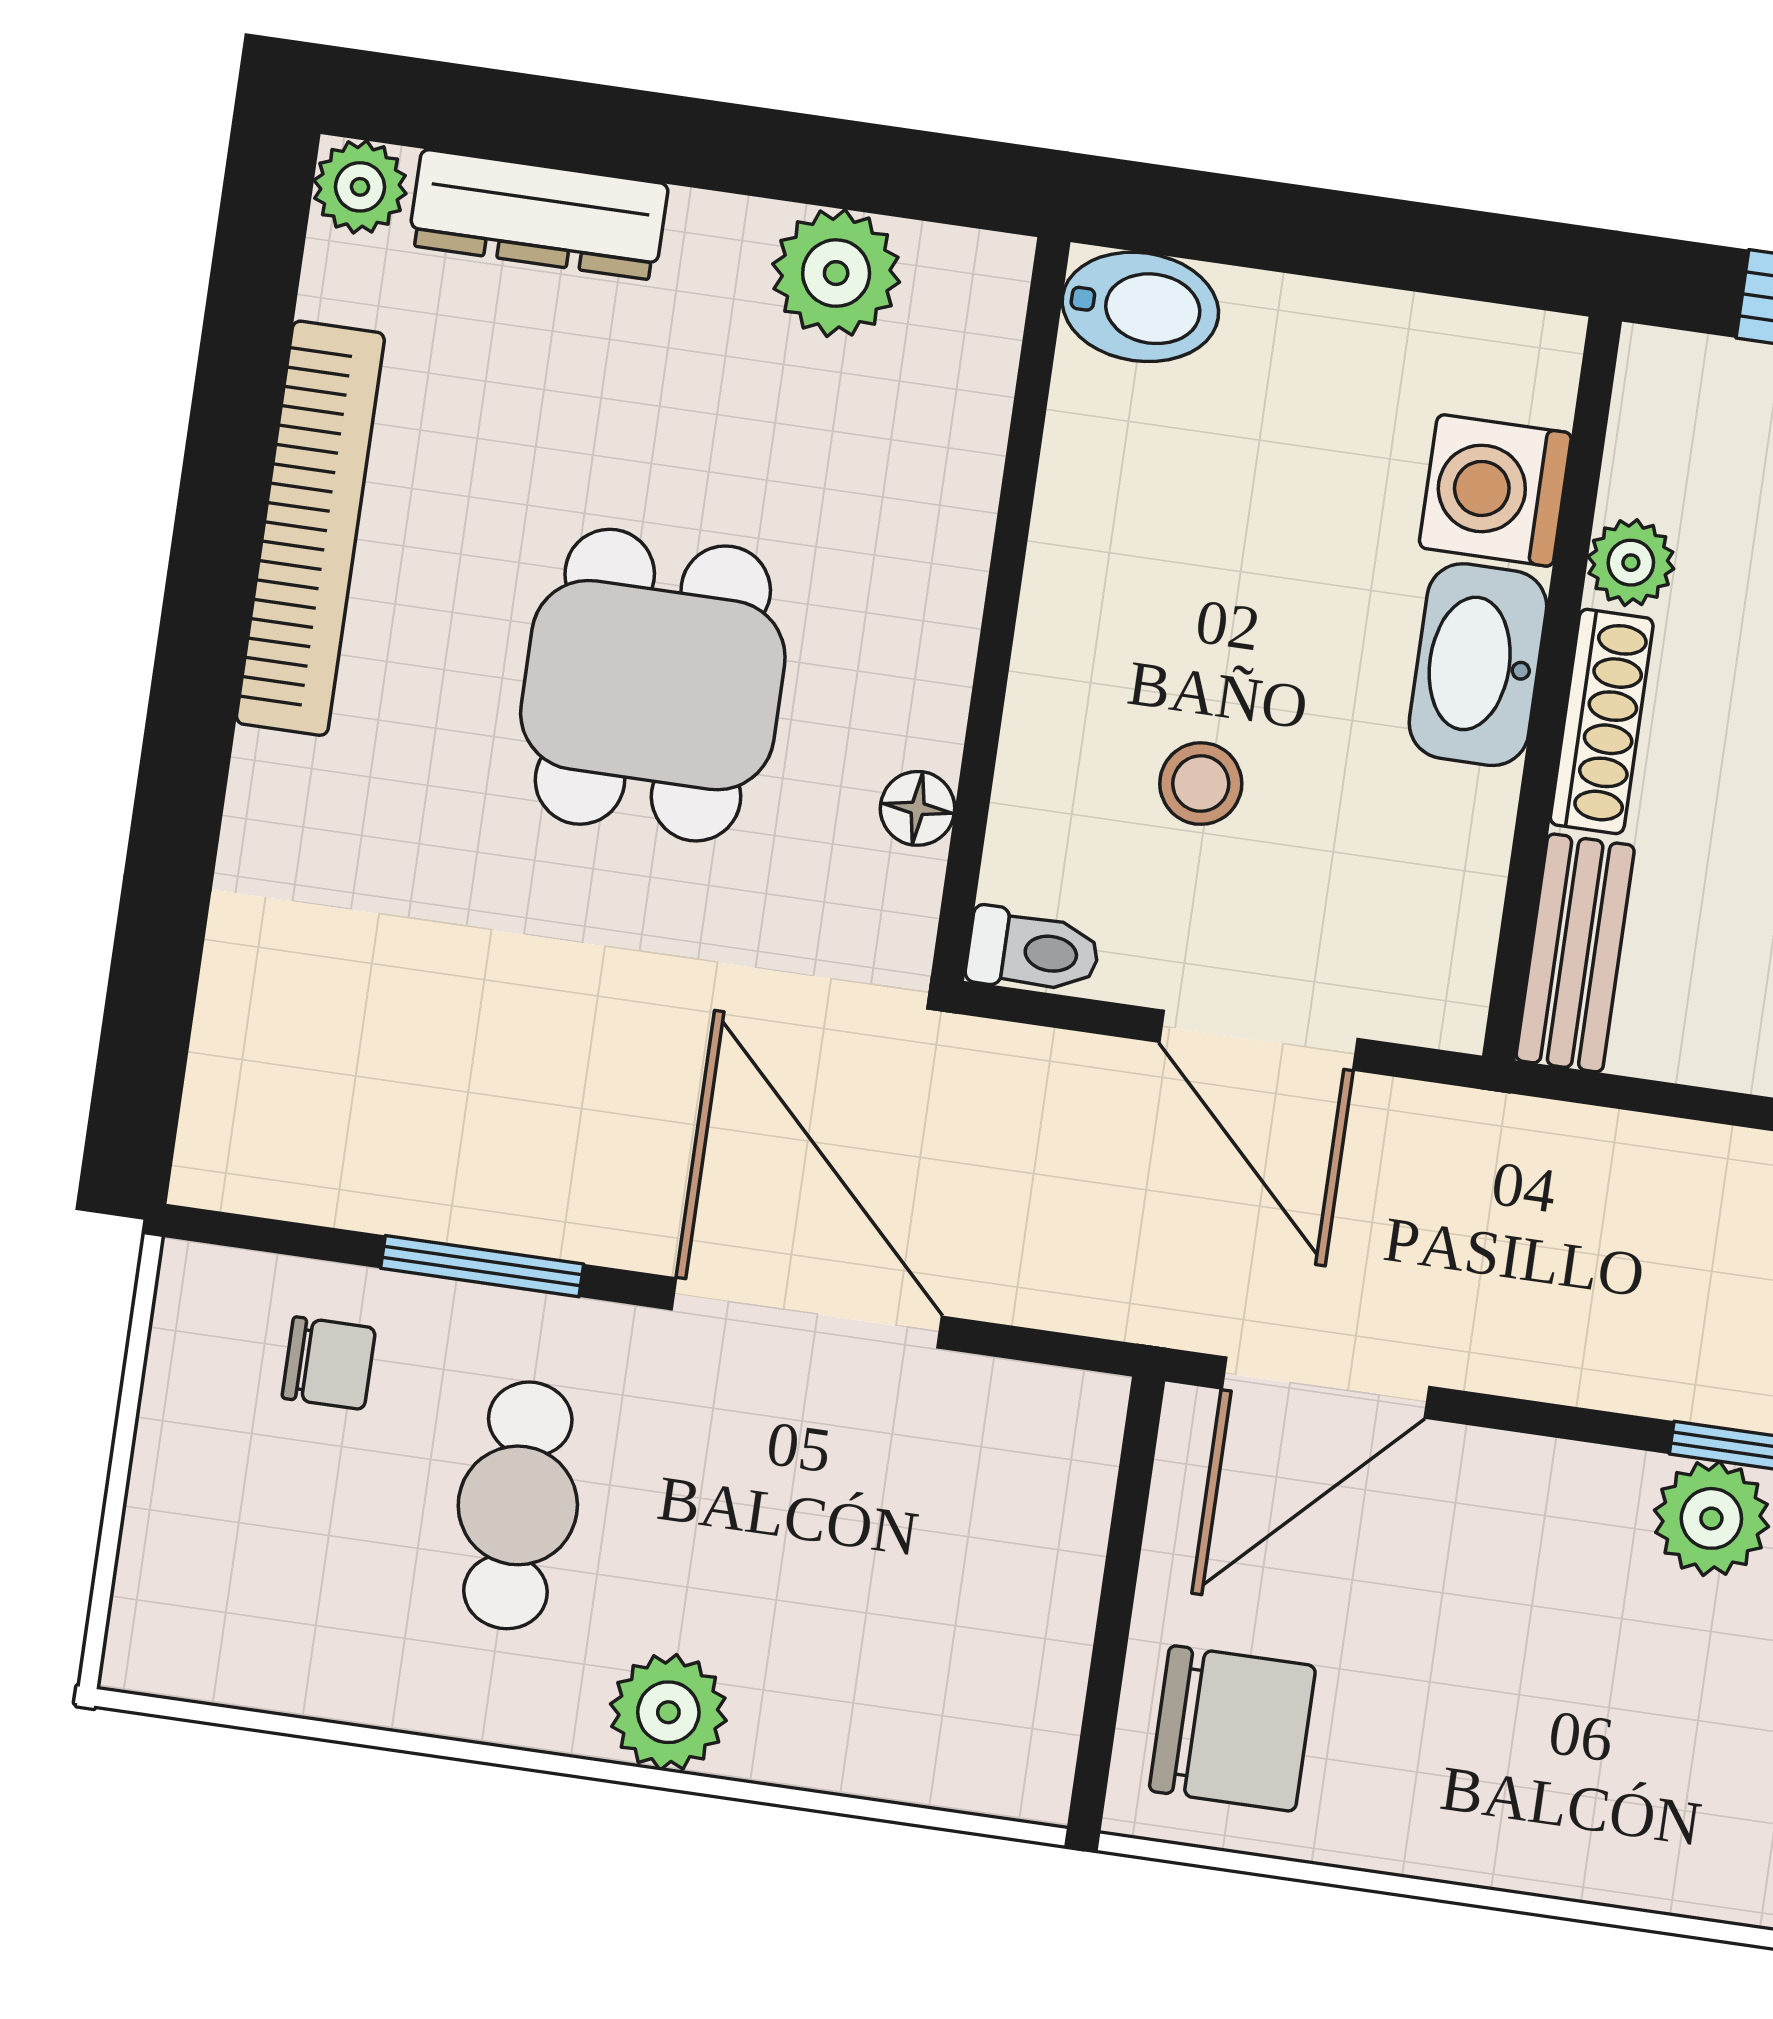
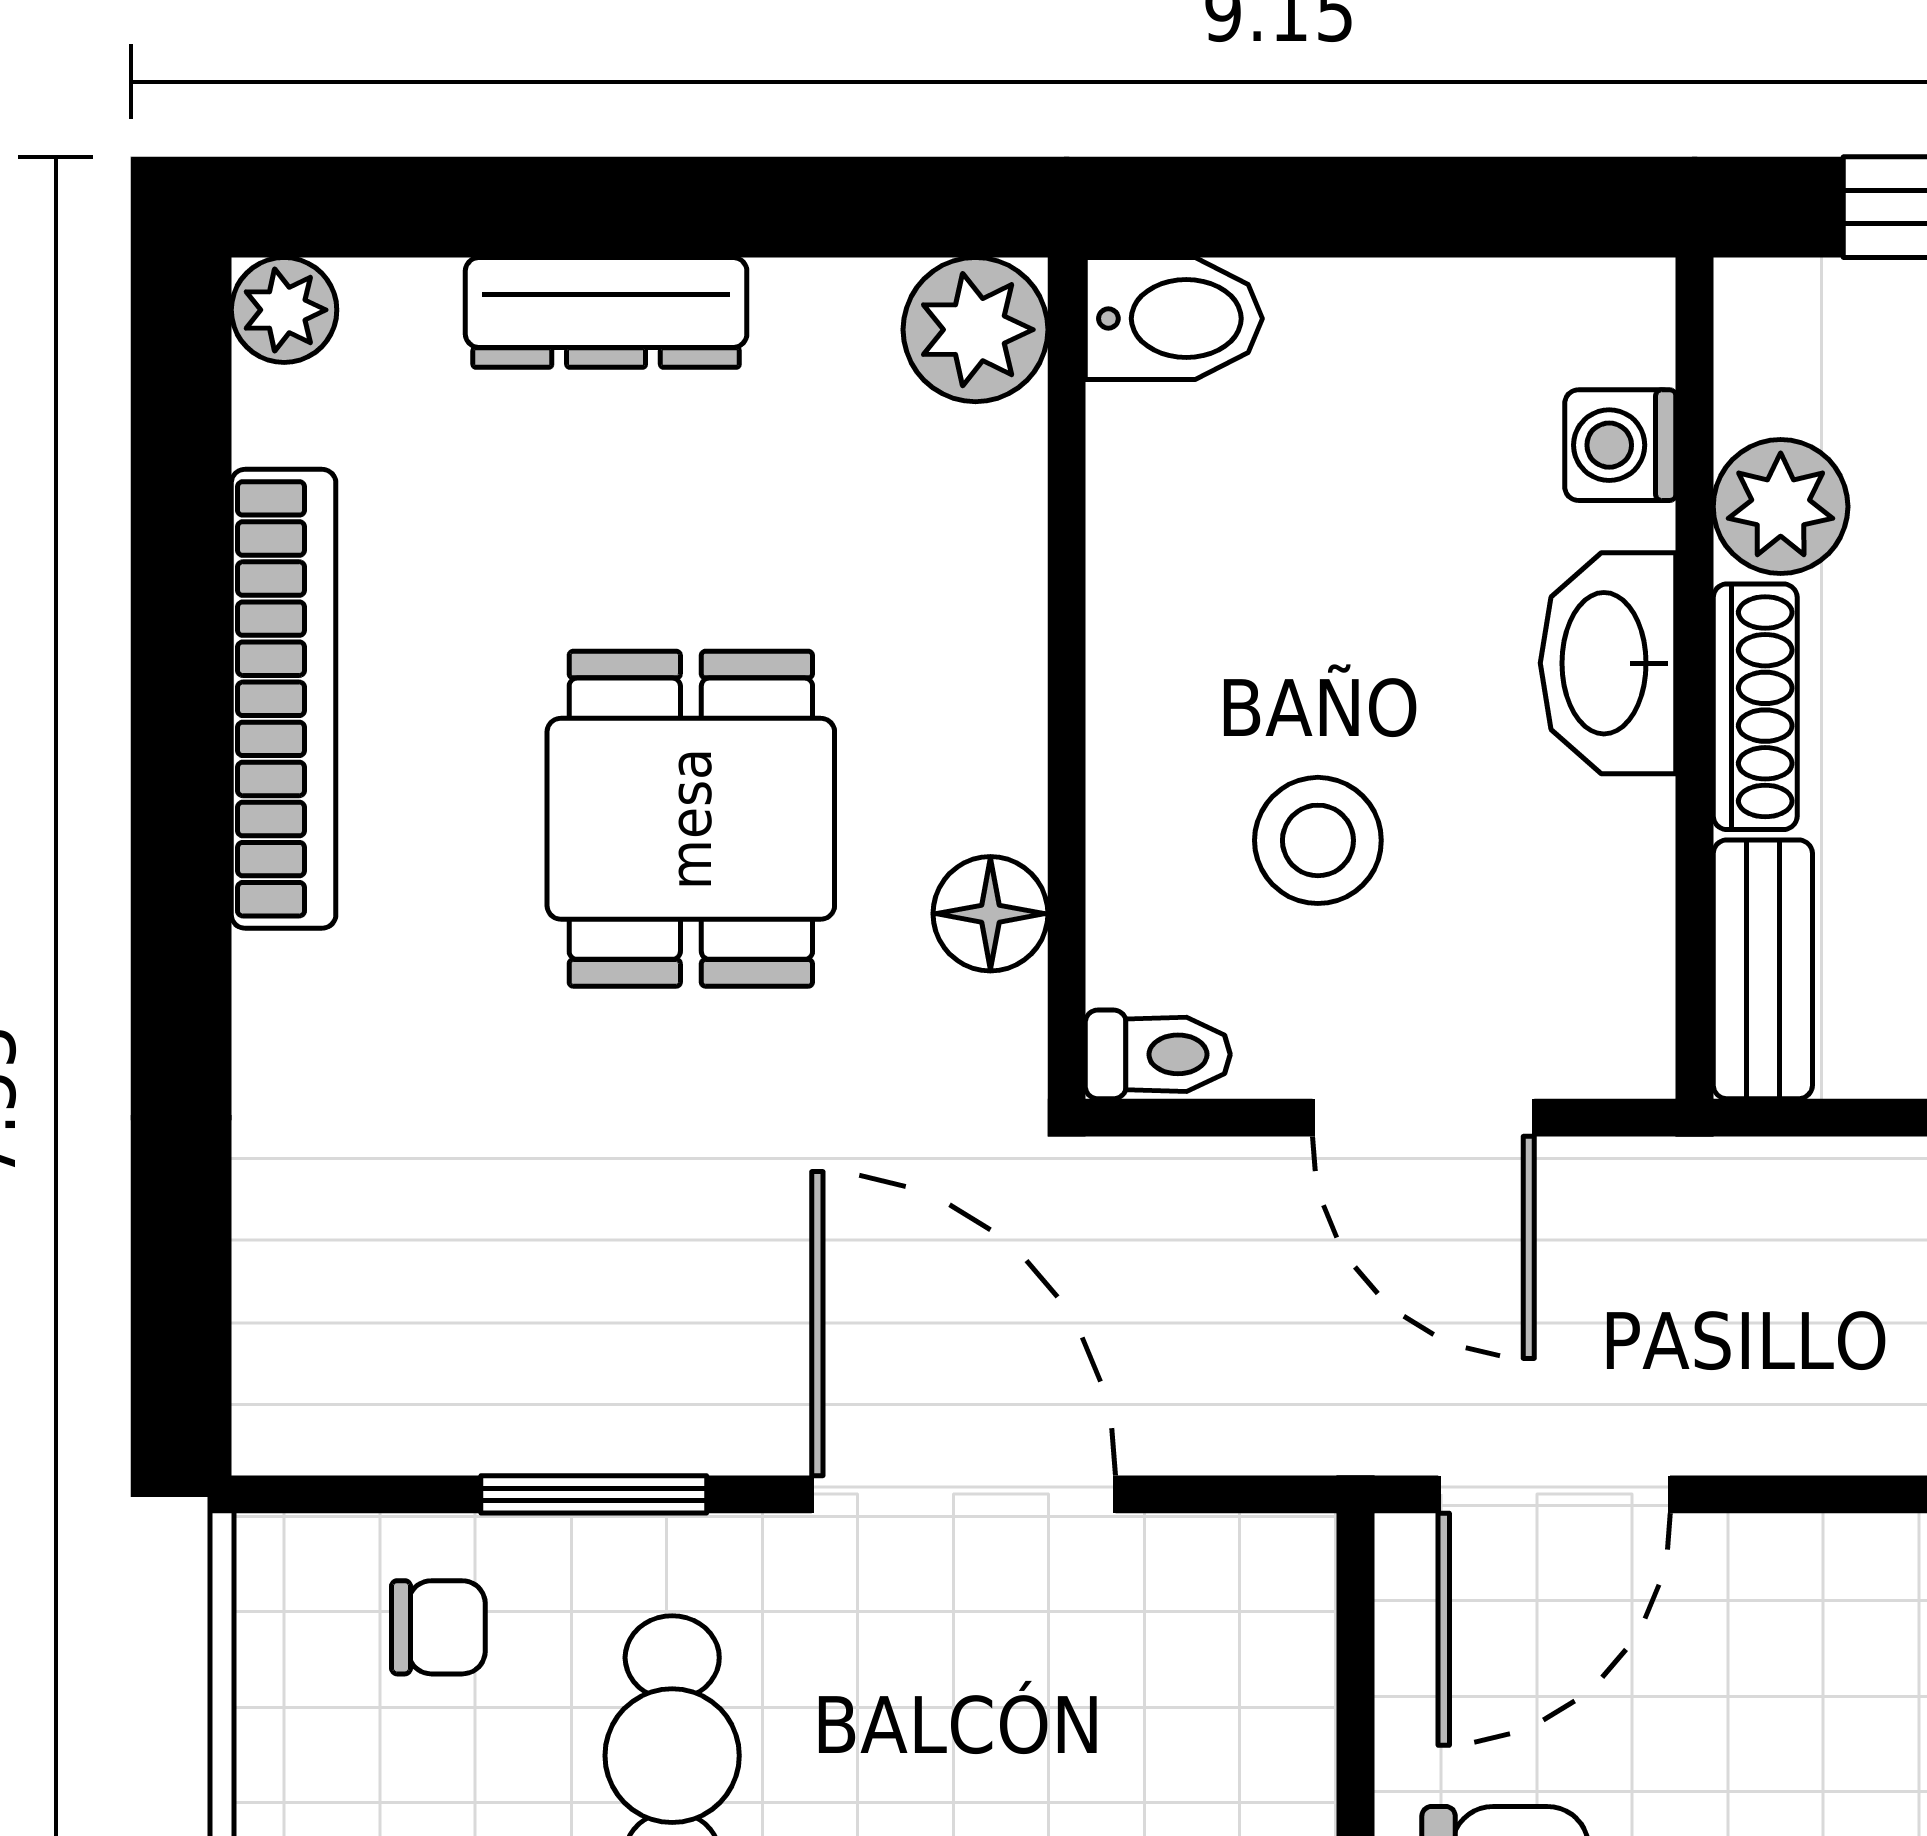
dresser: (538, 215) -> (606, 312), moved
plant: (836, 273) -> (975, 330), moved
washing machine: (1495, 490) -> (1620, 445), width x0.73, depth x0.73
plant: (1631, 563) -> (1781, 507), width x1.38, depth x1.38
stool: (1201, 784) -> (1318, 840), width x1.37, depth x1.37
floor lamp: (918, 808) -> (990, 914), width x1.37, depth x1.37

